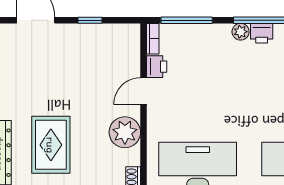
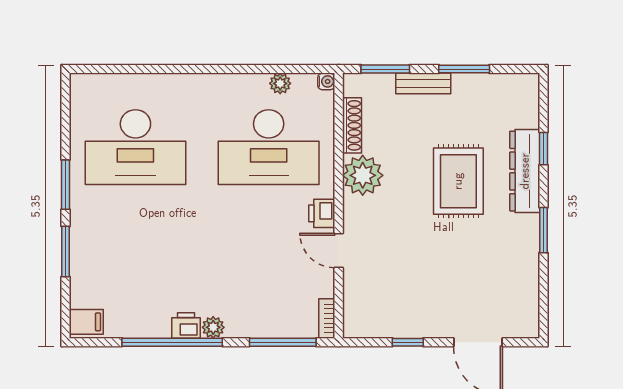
printer: (157, 67) -> (322, 213), moved
door: (143, 91) -> (339, 250), swing flipped
plant: (125, 132) -> (363, 175), moved

